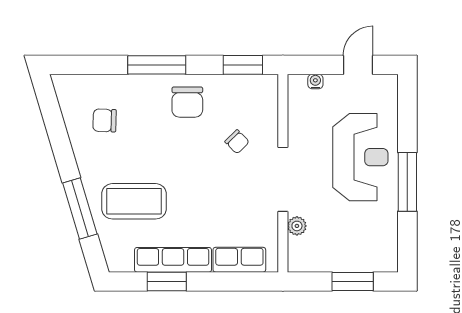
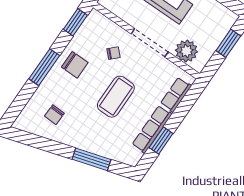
coffee table: (134, 201) -> (116, 97), moved
plant: (297, 226) -> (186, 51), width x1.87, depth x1.87

